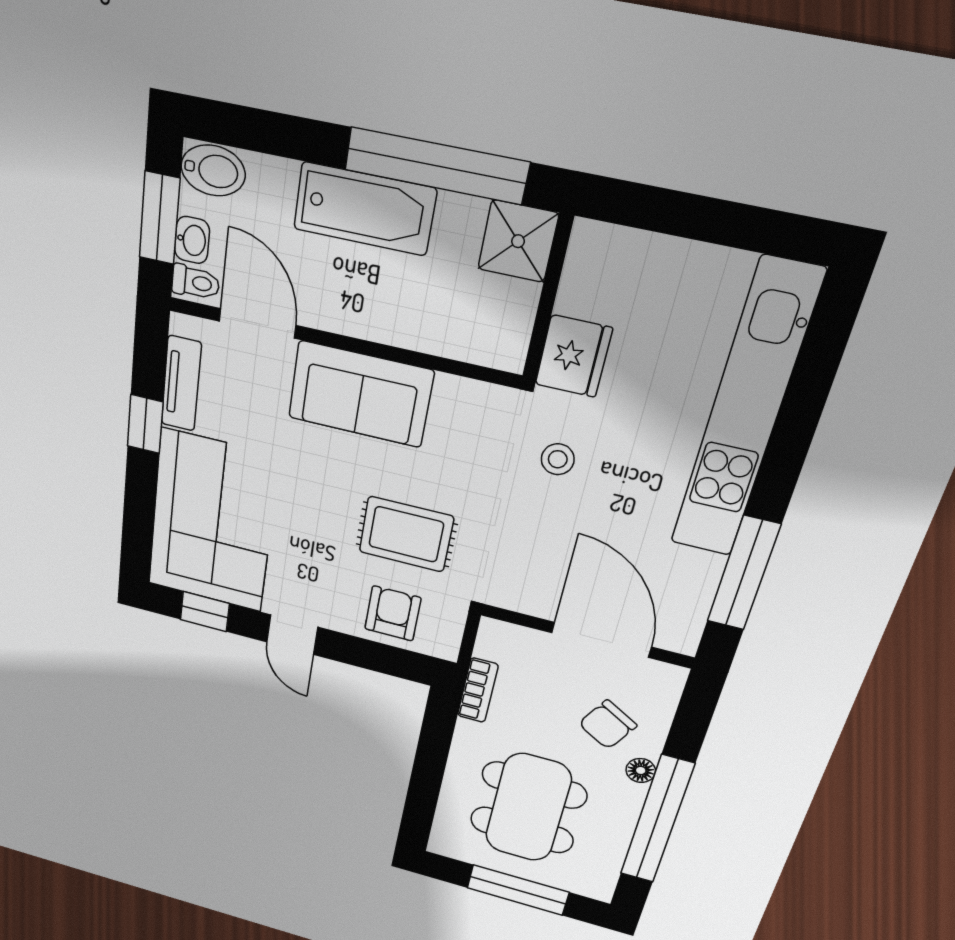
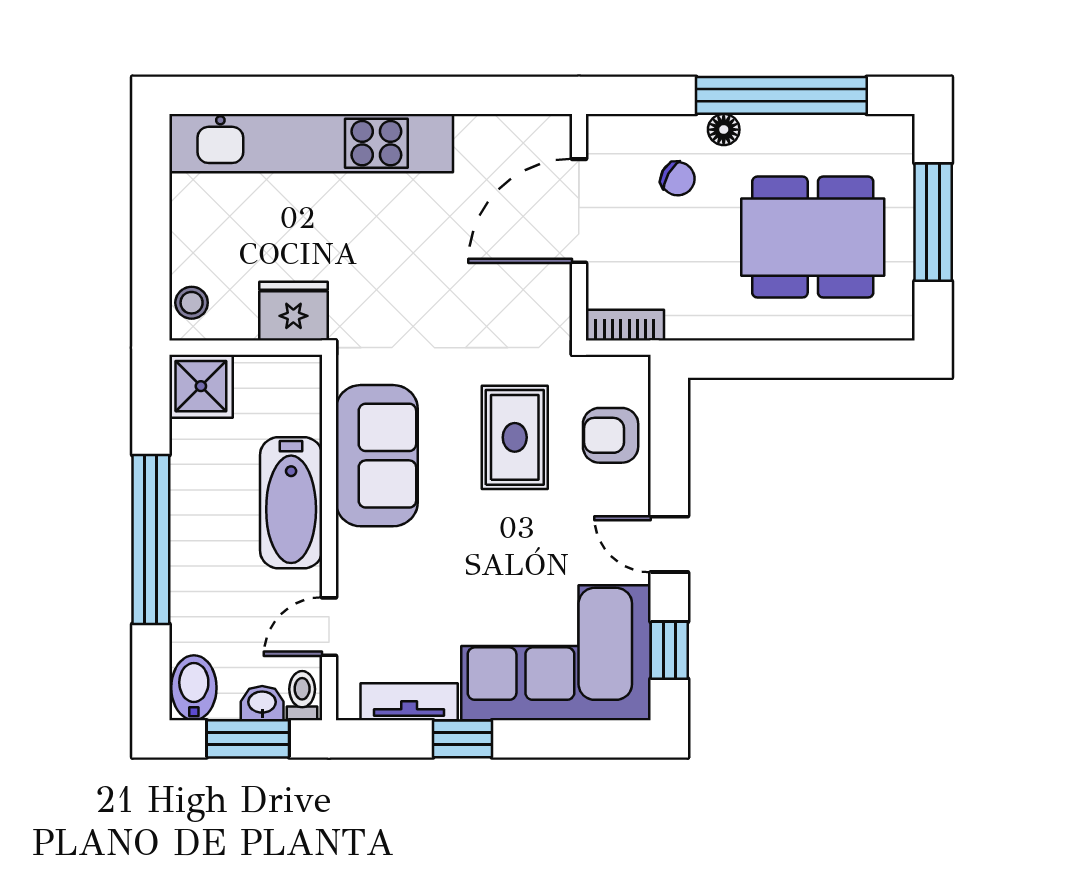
window: (436, 166) -> (151, 540), moved
bathtub: (364, 209) -> (291, 503), moved, turned 180
door: (257, 323) -> (329, 627), width x0.73
sofa: (360, 394) -> (377, 456), moved
stool: (558, 459) -> (192, 303), moved
window: (744, 573) -> (468, 95), removed
door: (292, 635) -> (669, 544), swing flipped
bookcase: (478, 690) -> (625, 325), moved
chair: (608, 725) -> (678, 179), width x0.73, depth x0.73

